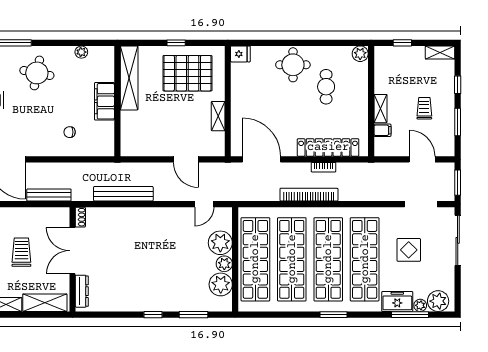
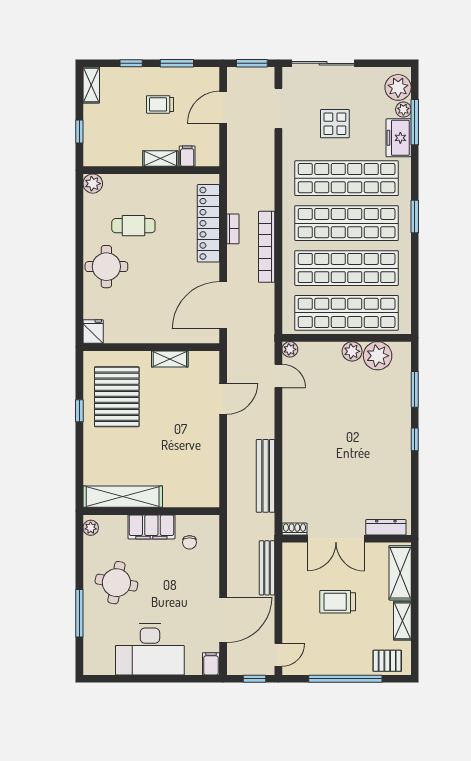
shelving: (129, 78) -> (123, 497), moved
filing cabinet: (104, 101) -> (151, 527), moved
wall: (117, 101) -> (151, 511), moved
plant: (220, 243) -> (290, 349), moved, width x0.53, depth x0.53

